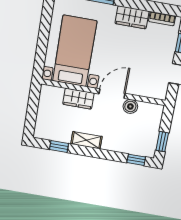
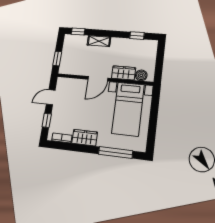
boiler: (130, 106) -> (141, 75), moved
shelving: (86, 140) -> (99, 41), moved
window: (162, 142) -> (57, 58), moved

